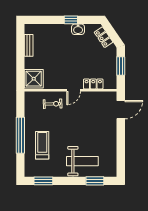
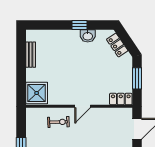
locker: (93, 84) -> (121, 99), moved

